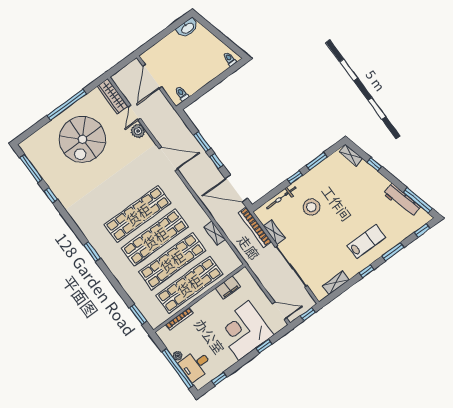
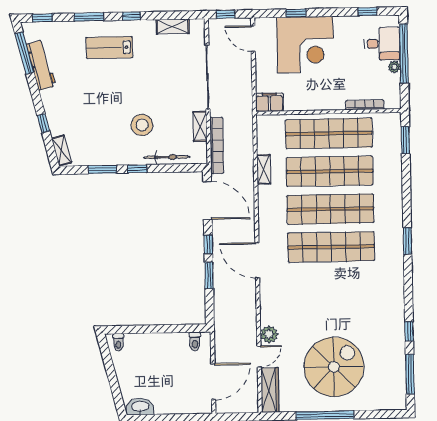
door: (168, 159) -> (257, 260), moved
filing cabinet: (228, 287) -> (270, 102), moved

